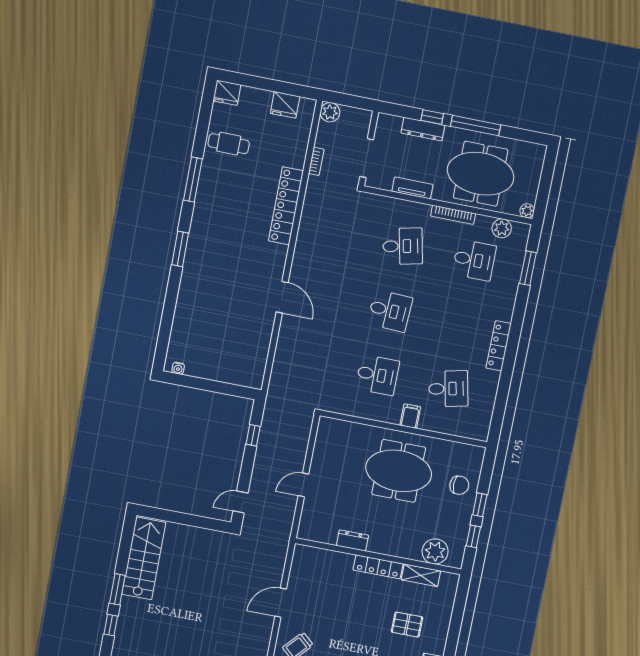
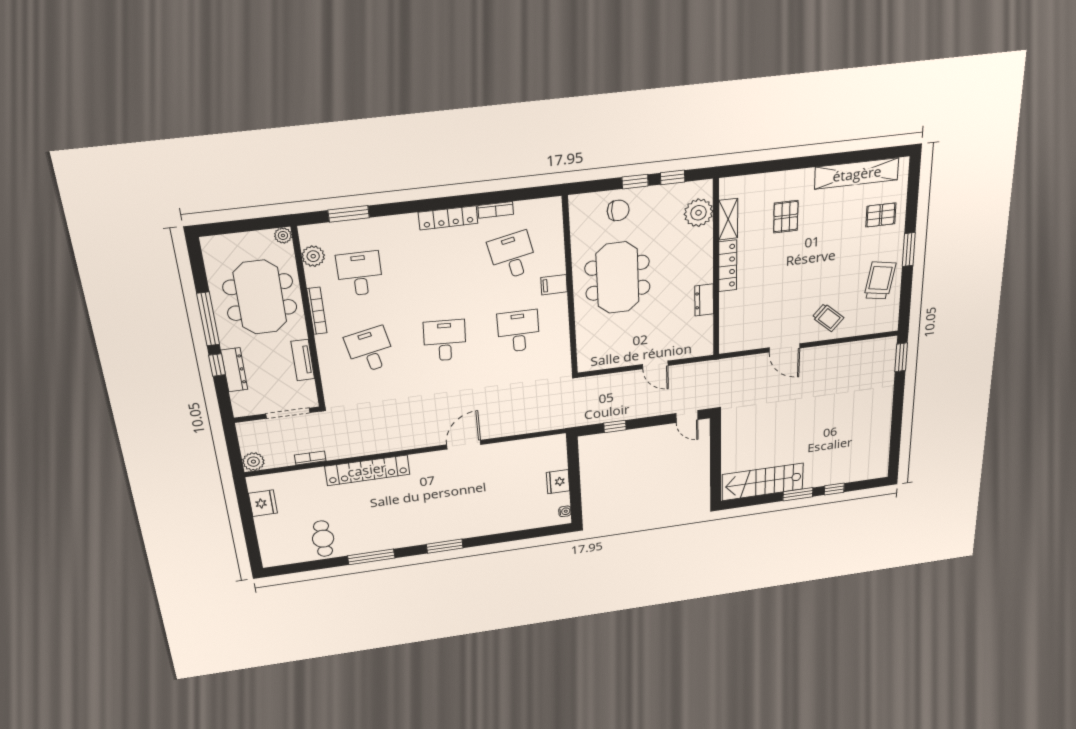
fridge: (227, 93) -> (558, 482), moved, turned 180
bookcase: (493, 386) -> (496, 210), added
chair: (459, 485) -> (618, 210), turned 90

